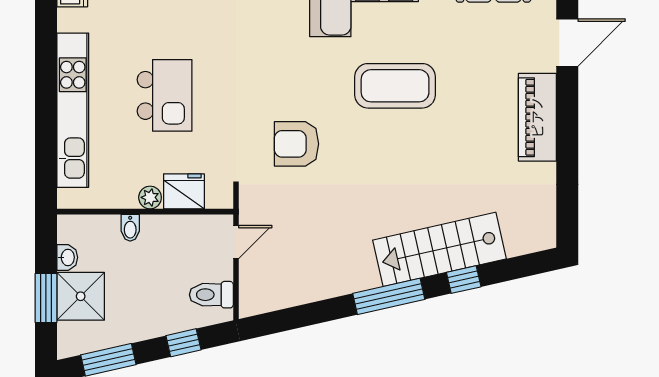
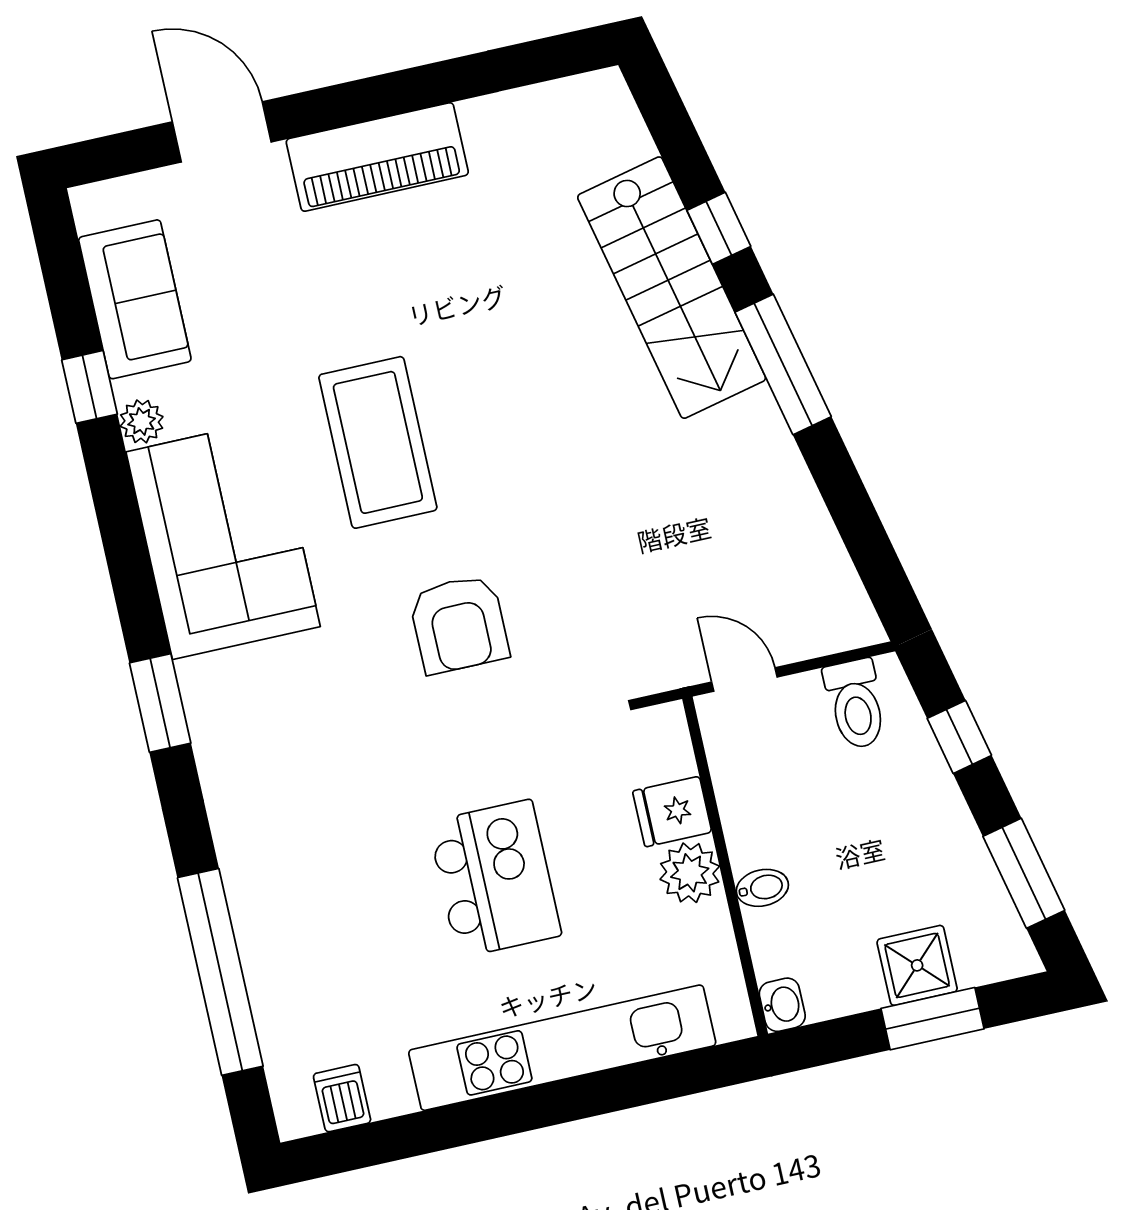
kitchen island: (165, 95) -> (495, 879), turned 90
armchair: (296, 144) -> (459, 624), moved
fridge: (184, 191) -> (672, 812), width x0.72
plant: (150, 197) -> (690, 873), width x1.38, depth x1.38
washbasin: (67, 257) -> (782, 1005), moved, turned 90
shower: (81, 296) -> (917, 965), width x0.73, depth x0.73

